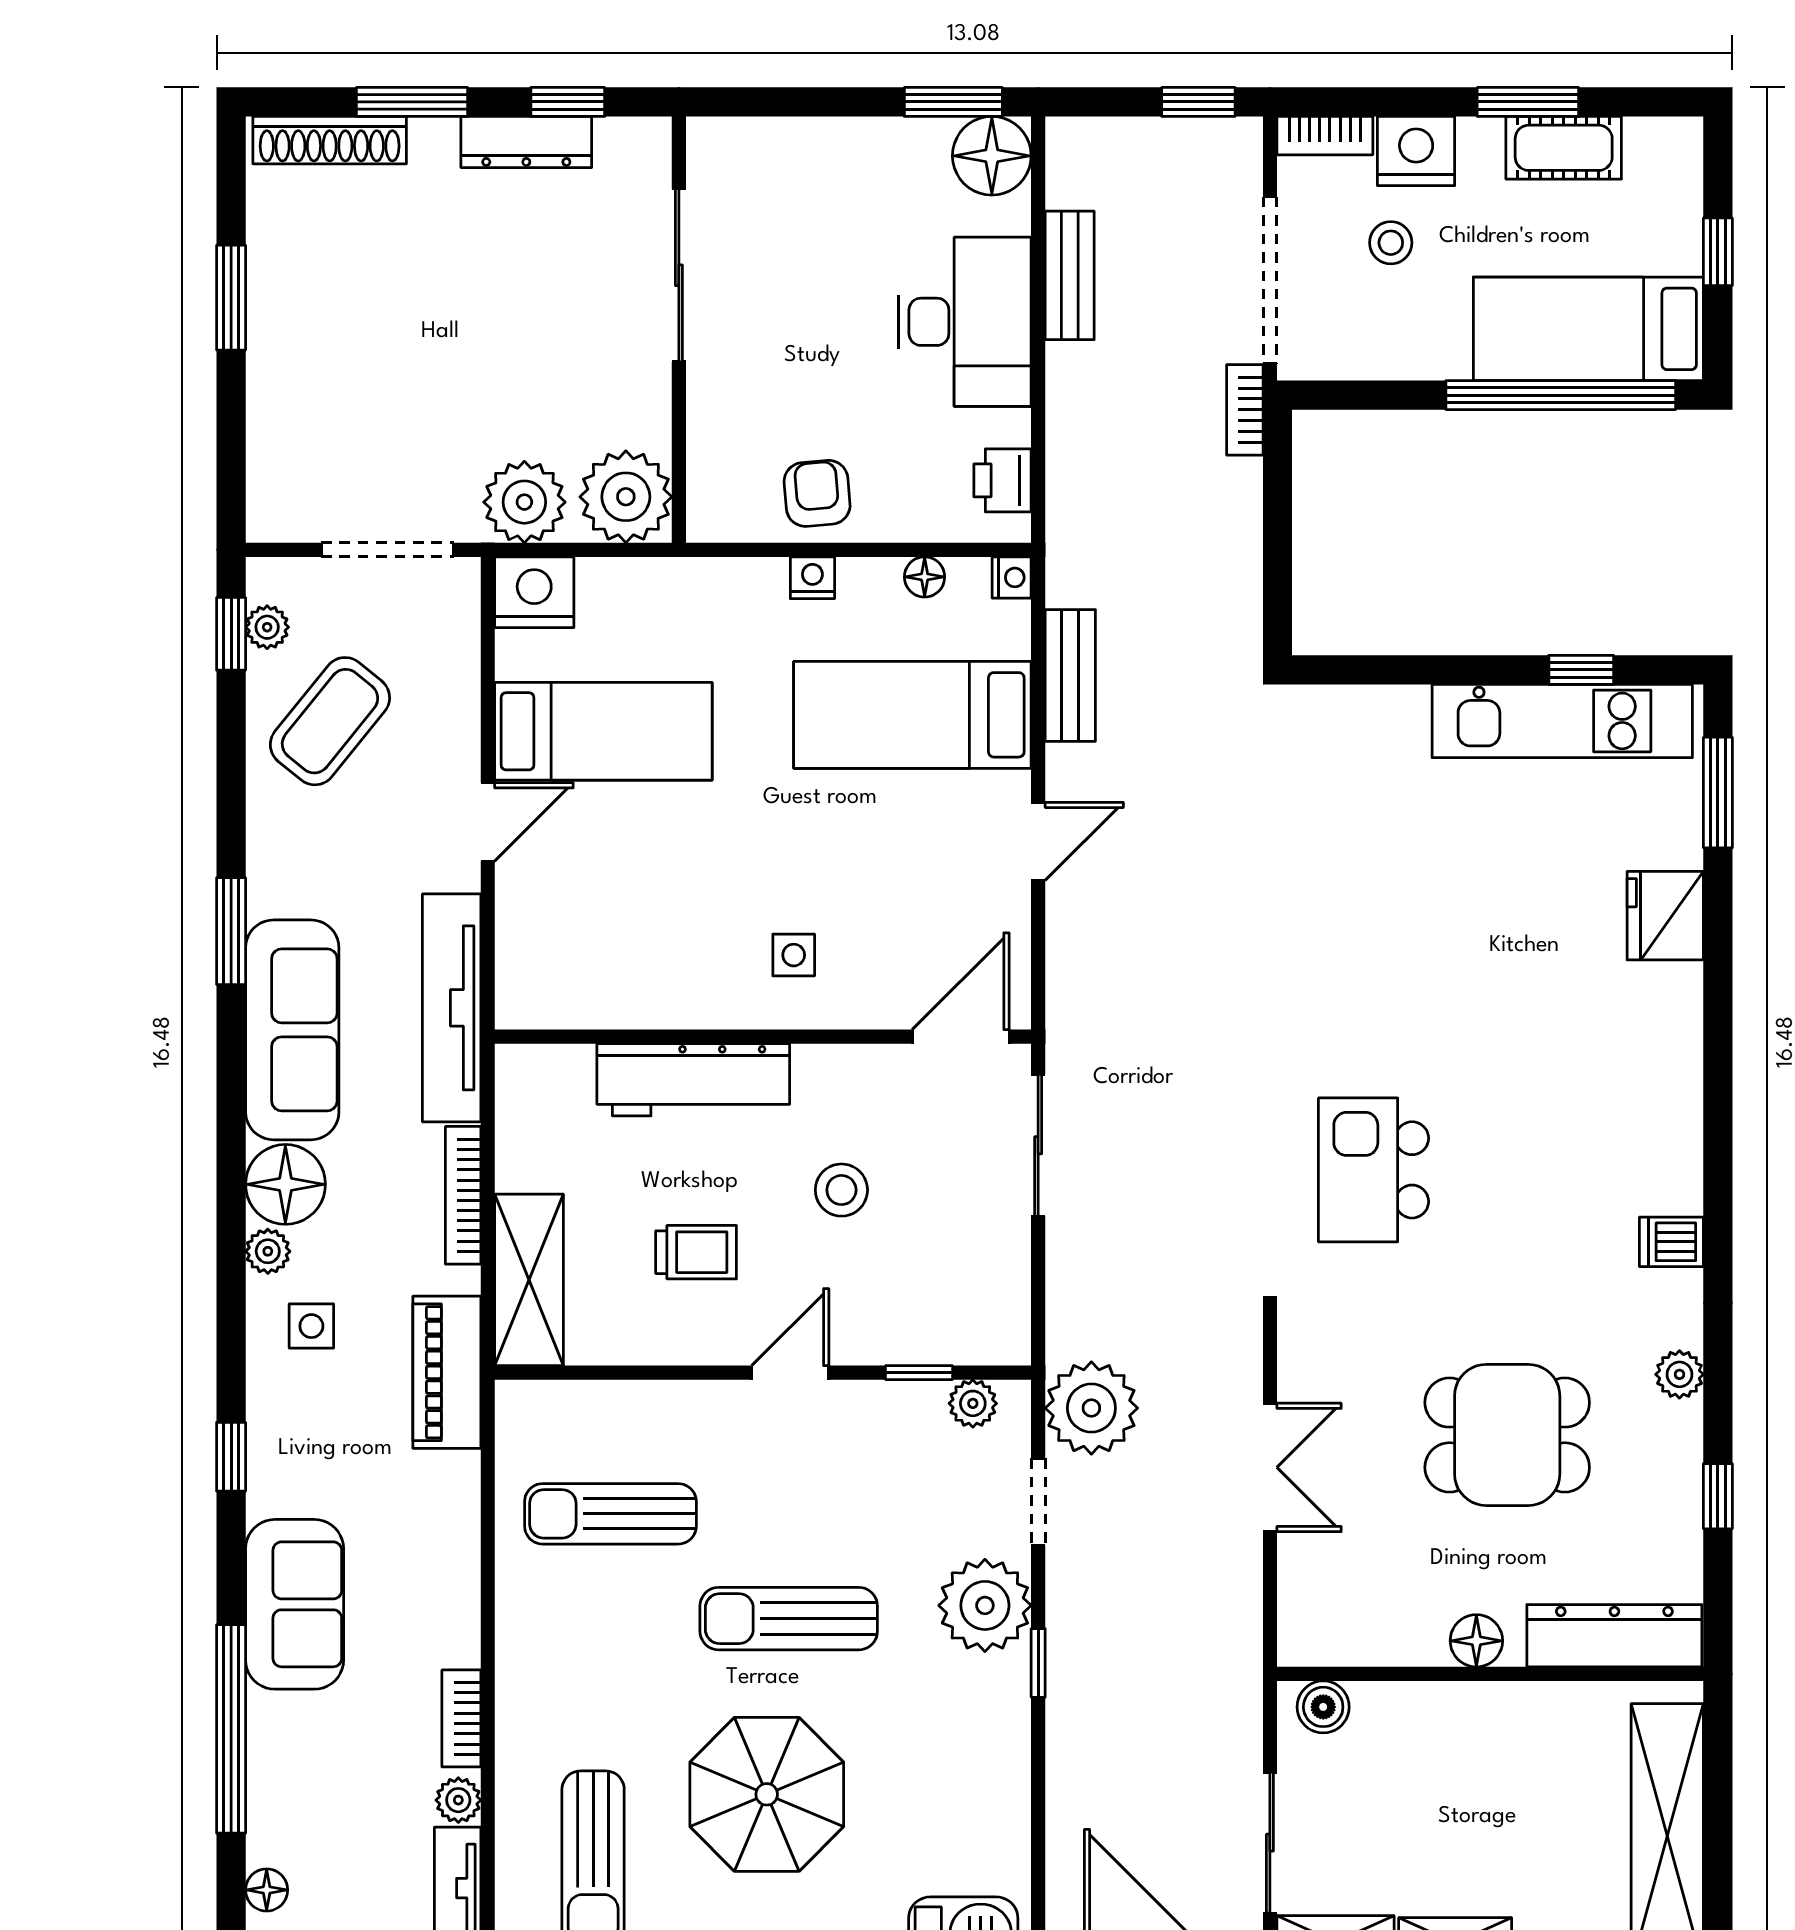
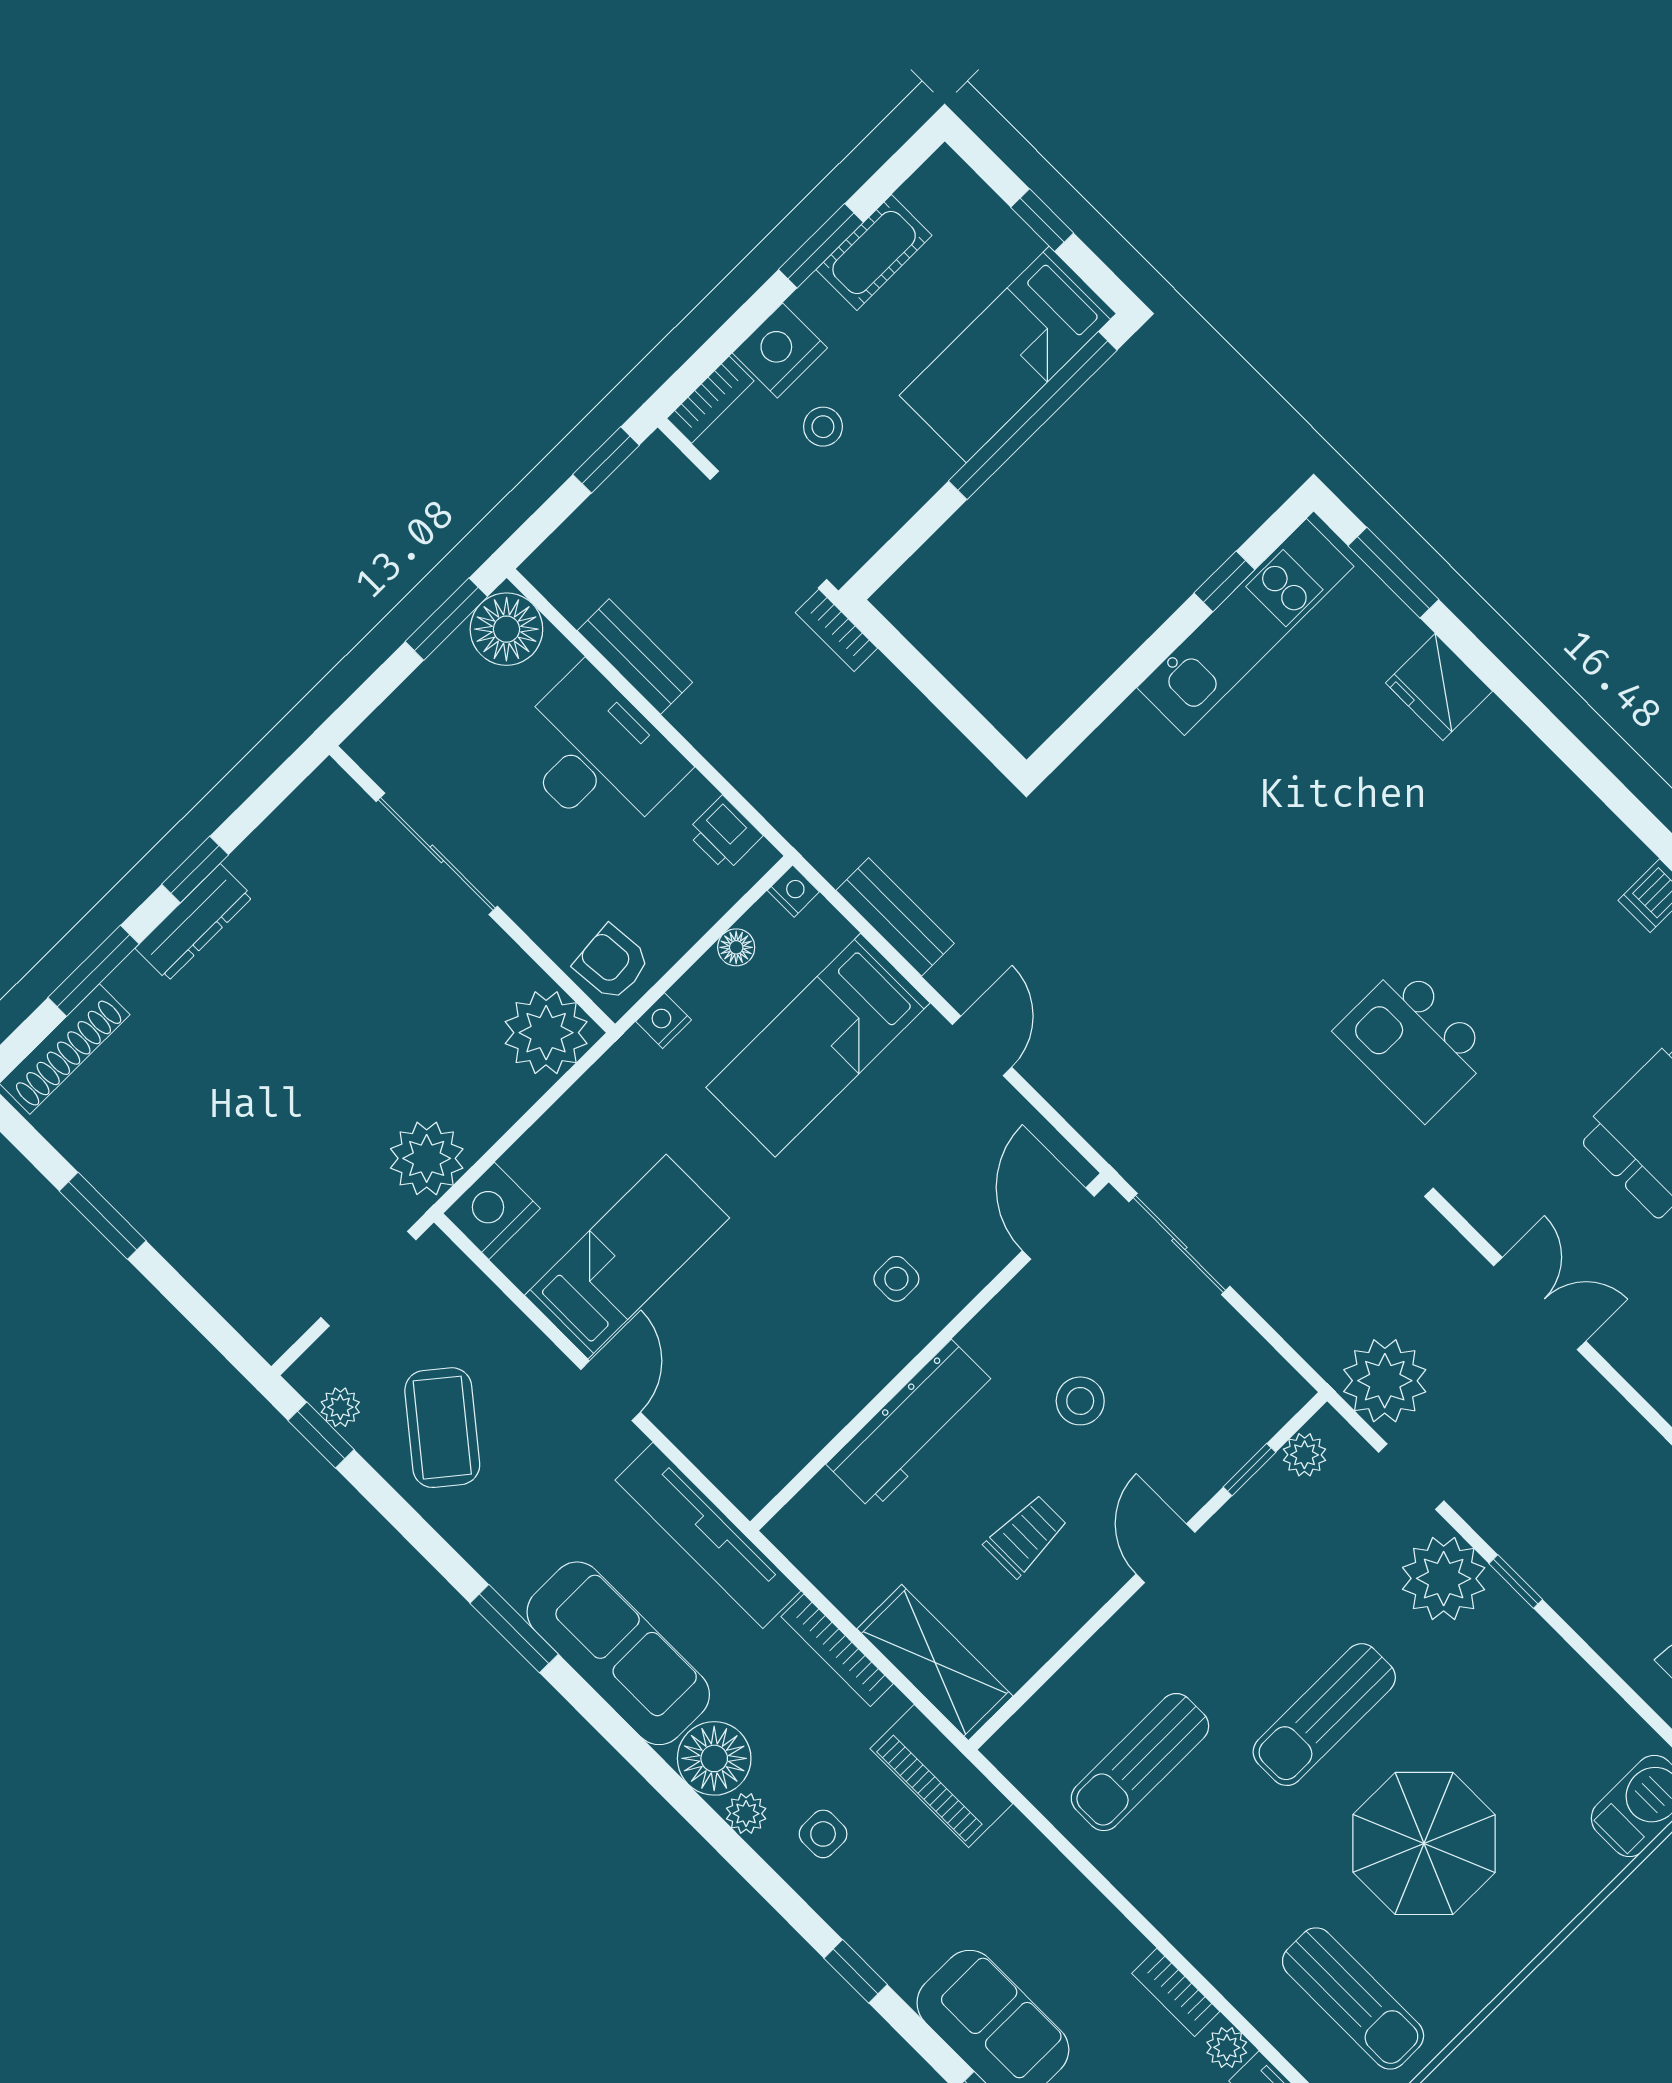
sliding door: (679, 275) -> (437, 854), moved
wall: (679, 330) -> (472, 889), moved
plant: (626, 497) -> (546, 1033), moved

